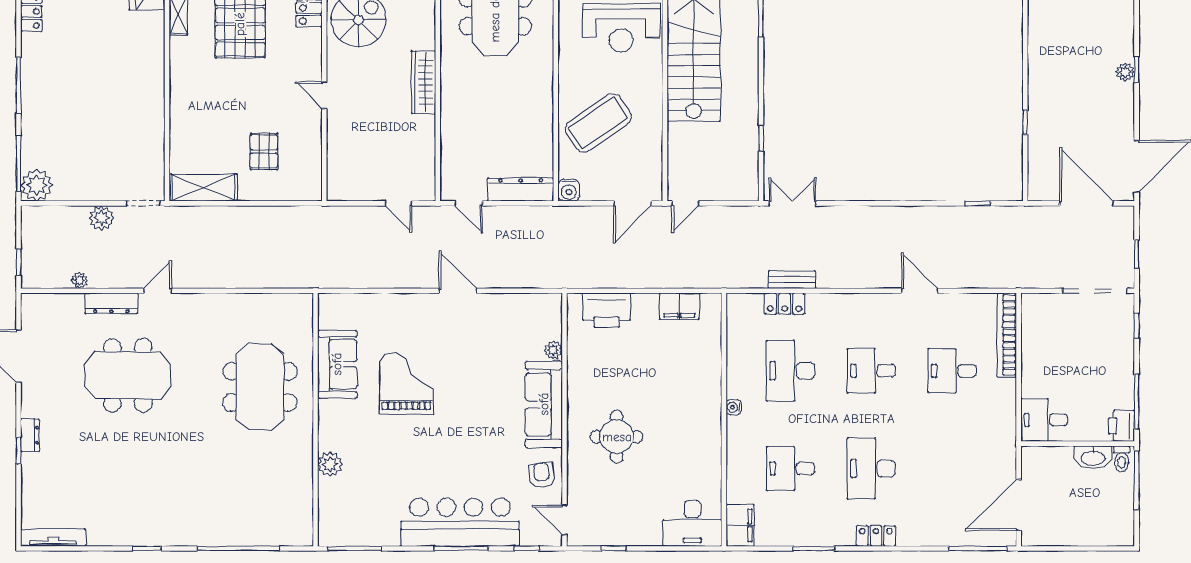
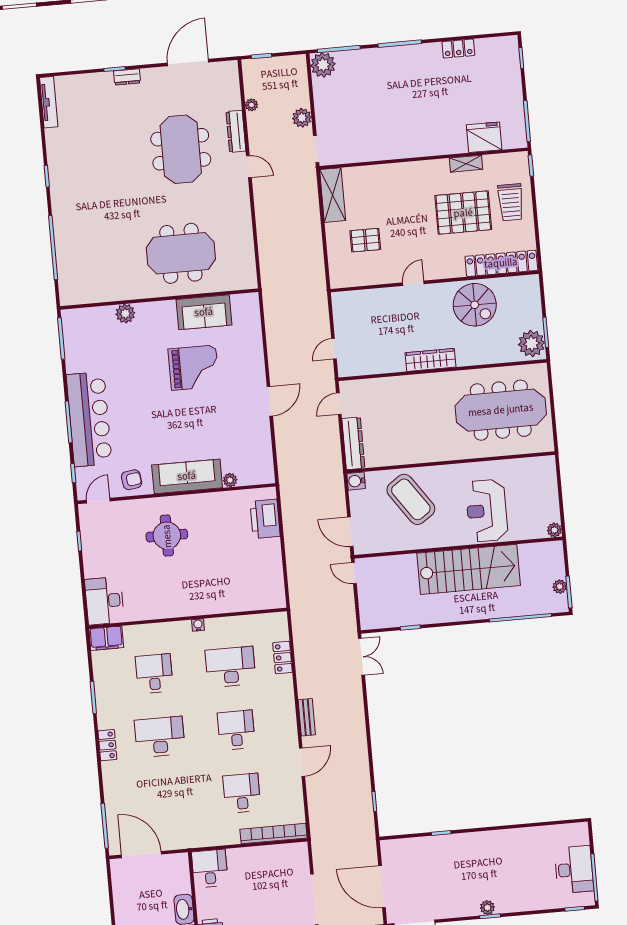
door: (1087, 203) -> (382, 887), swing flipped
bench: (792, 280) -> (307, 717), moved
filing cabinet: (679, 306) -> (273, 576), removed

